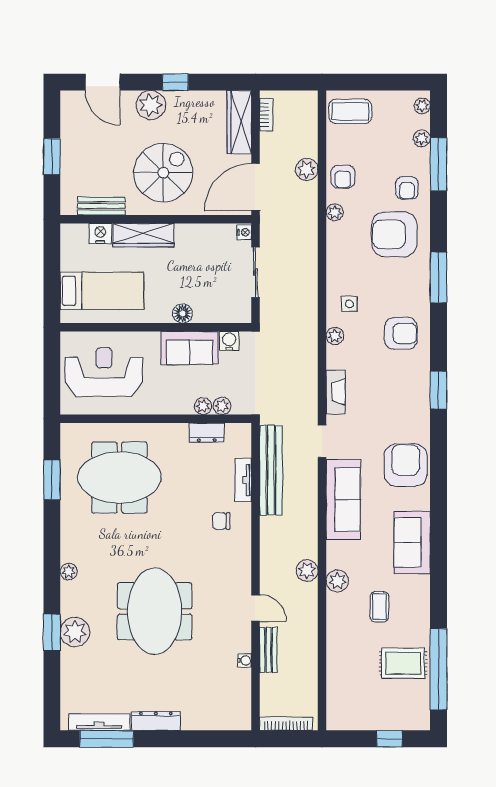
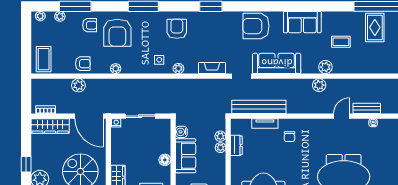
plant: (335, 212) -> (116, 69), moved

